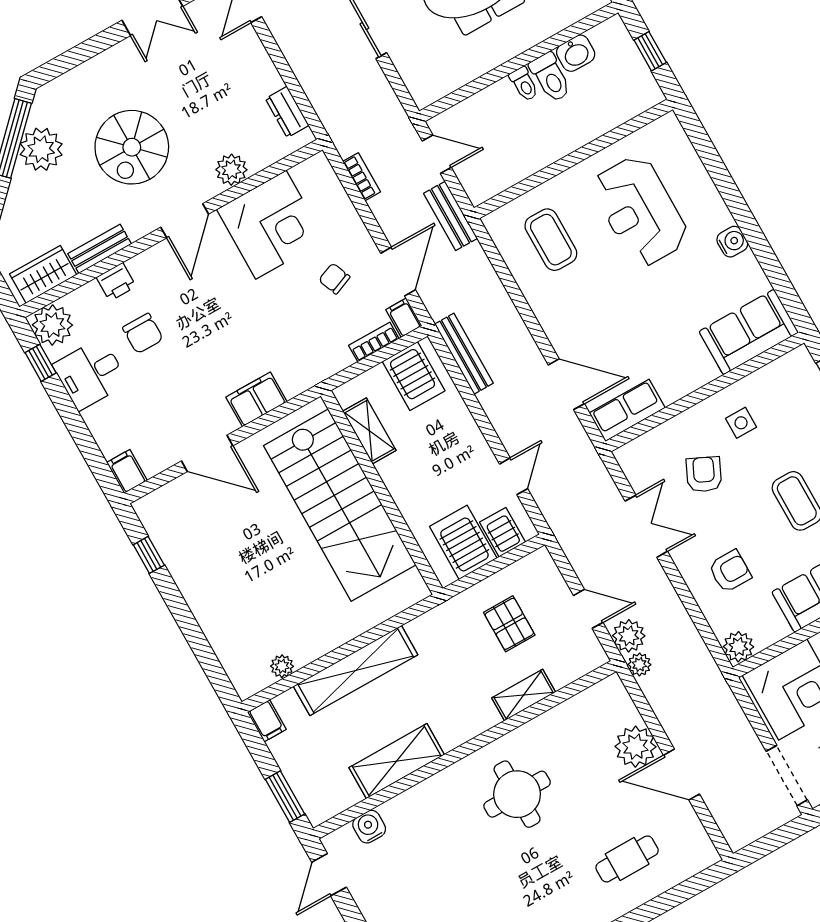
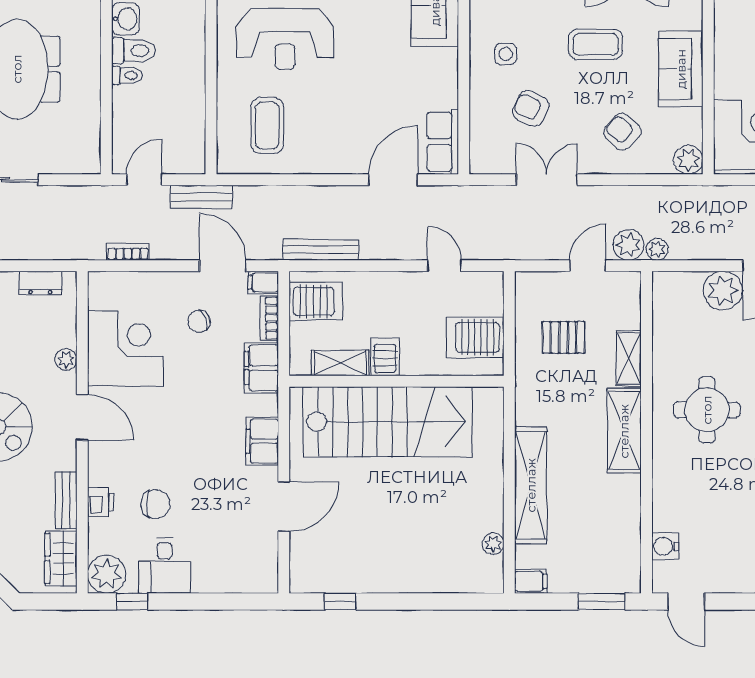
plant: (231, 170) -> (66, 359), width x0.73, depth x0.73
coffee table: (551, 240) -> (267, 125), turned 90
filing cabinet: (127, 471) -> (261, 368), moved, width x2.00
server rack: (502, 532) -> (385, 357), moved, turned 90
armchair: (730, 571) -> (622, 132), turned -48
shelving: (397, 761) -> (624, 431), moved

